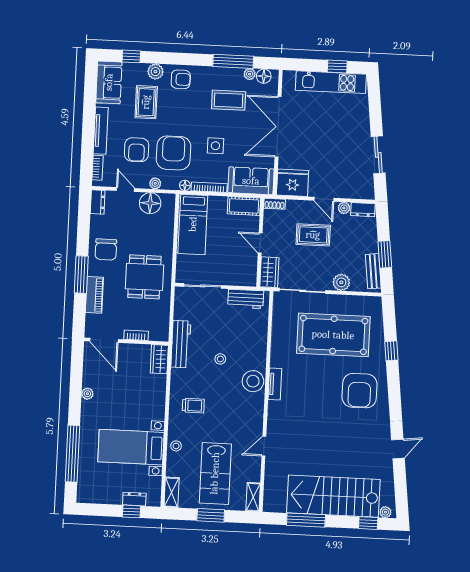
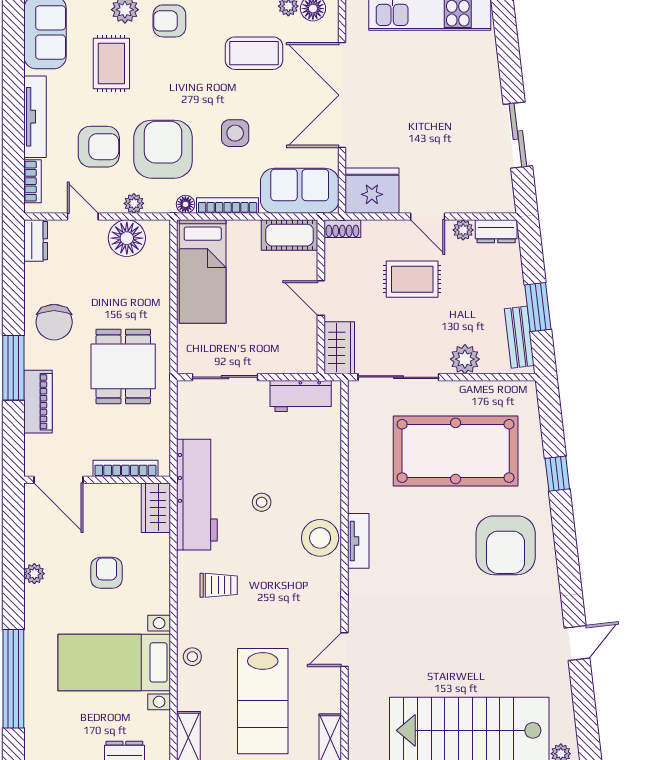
armchair: (181, 79) -> (169, 21), turned 180
armchair: (137, 150) -> (99, 147), turned -90
bookcase: (136, 335) -> (125, 468), width x1.56
workbench: (181, 344) -> (197, 495), width x1.36, depth x1.32
armchair: (129, 395) -> (106, 573), added

